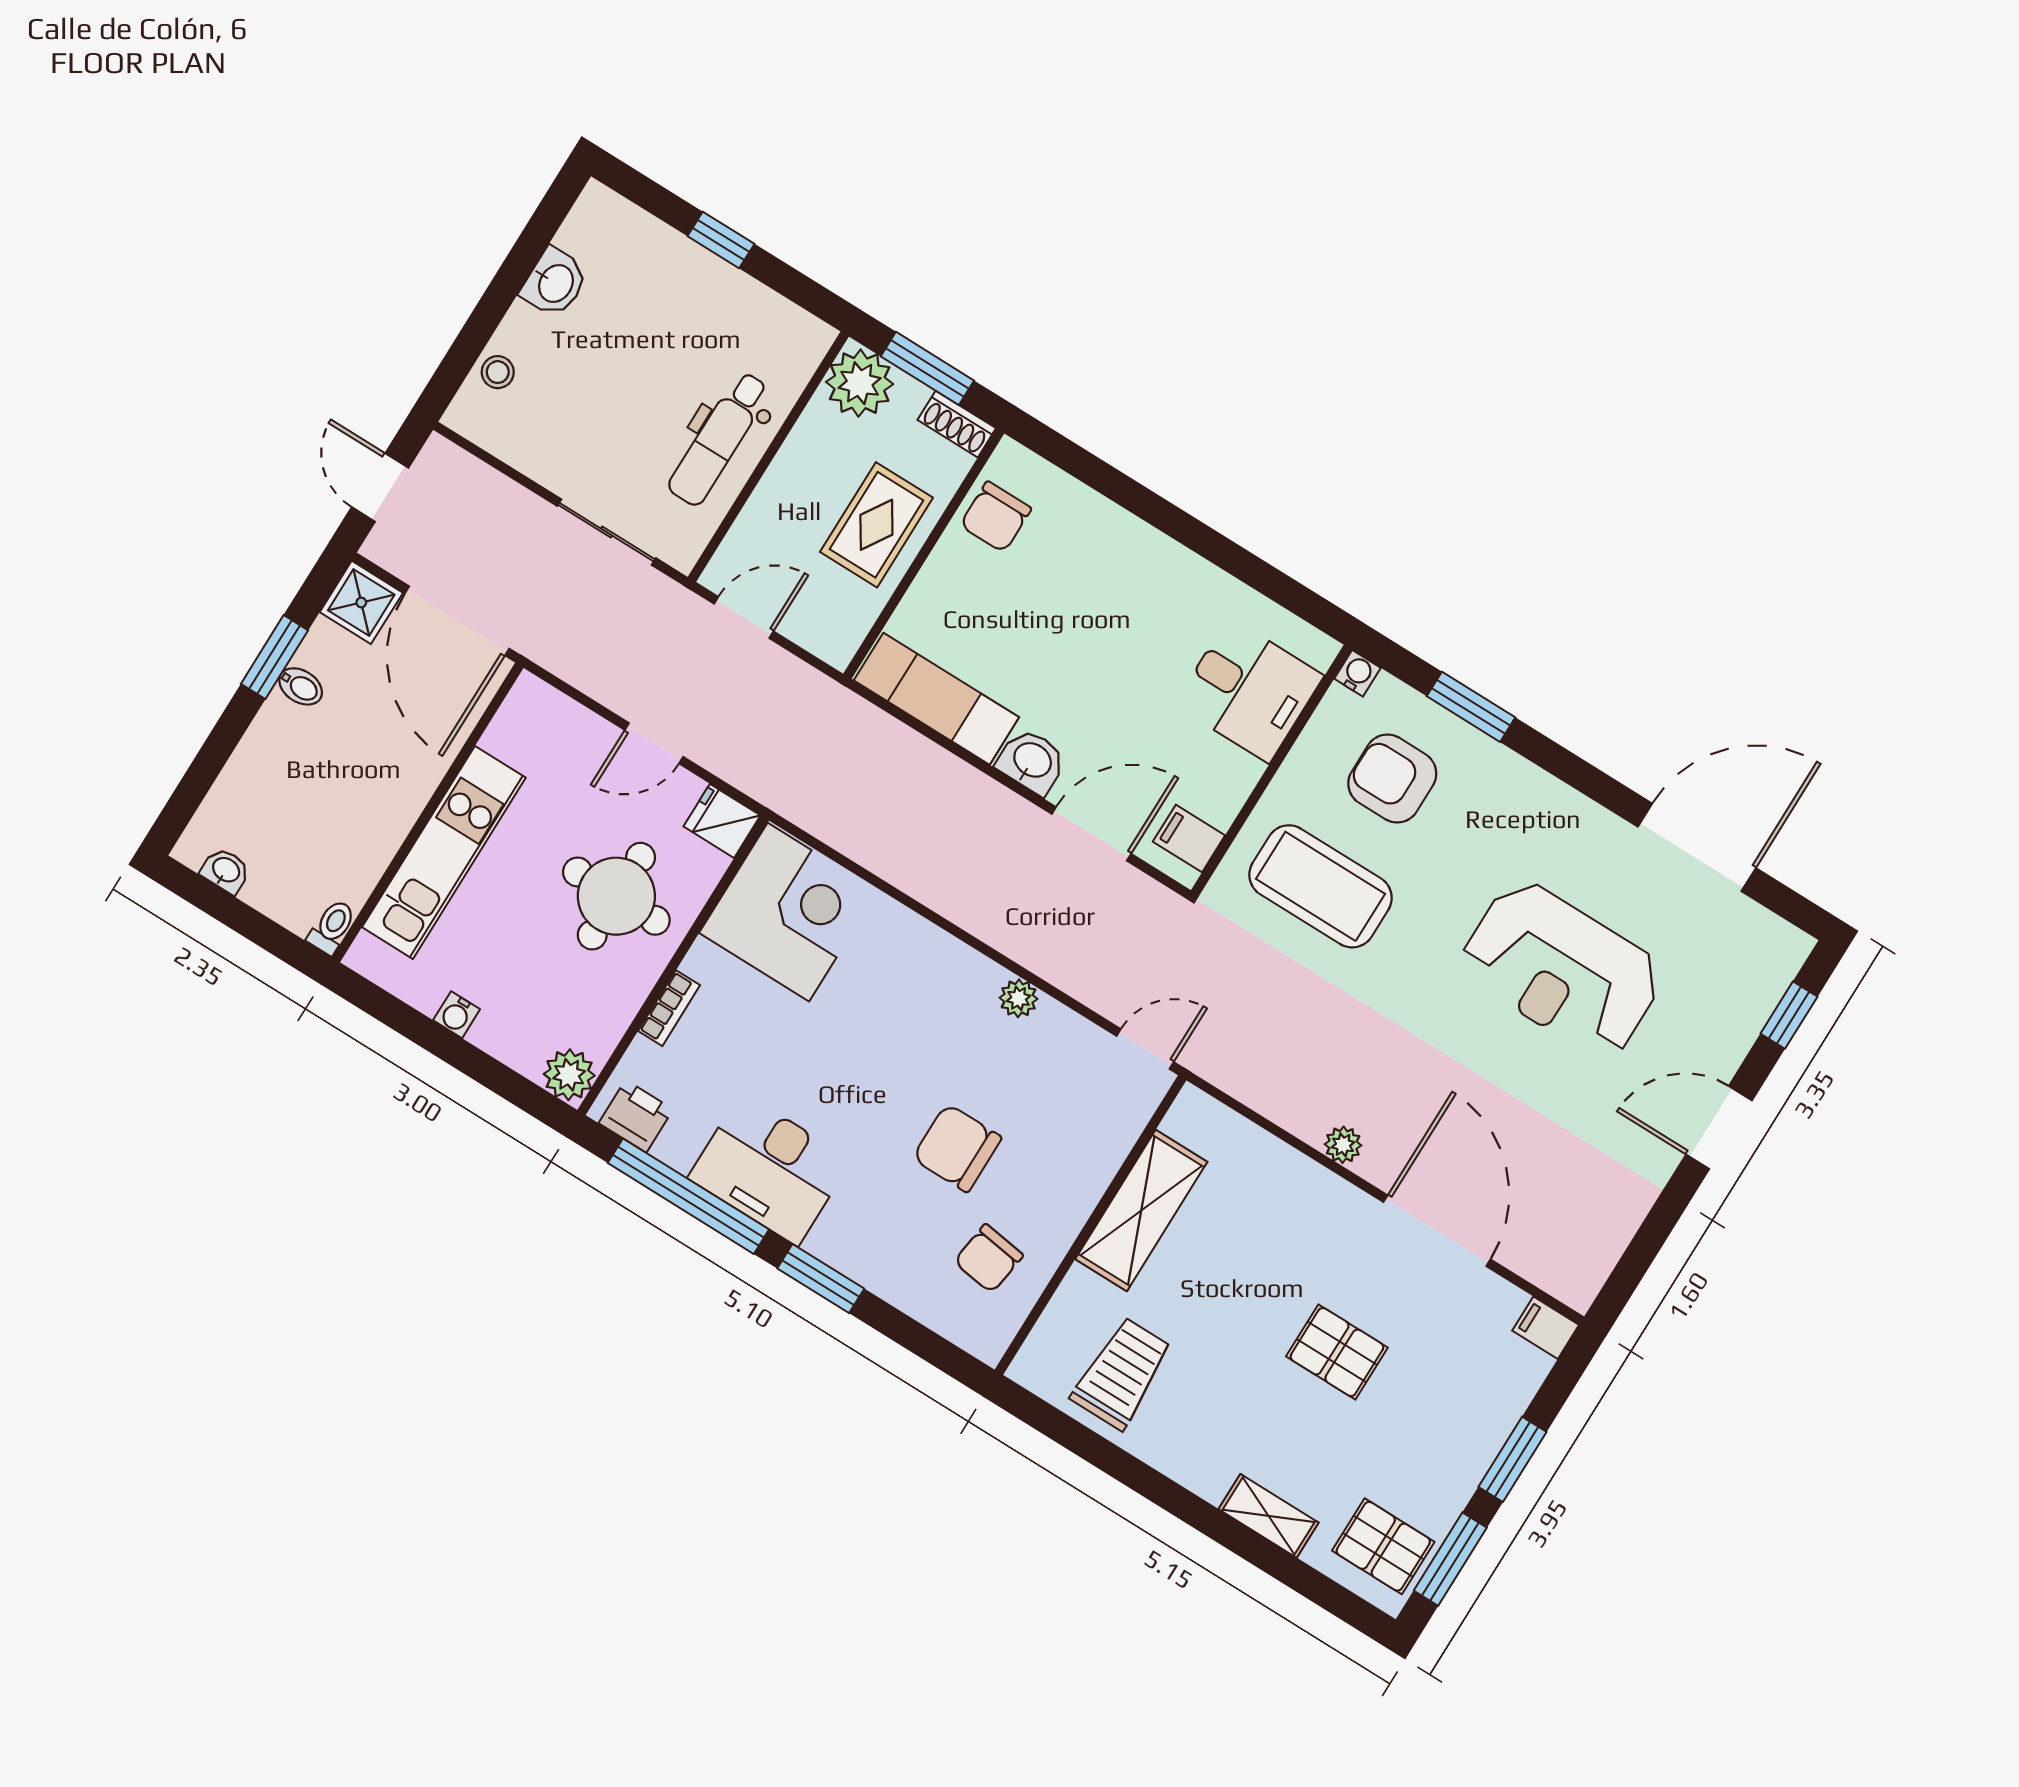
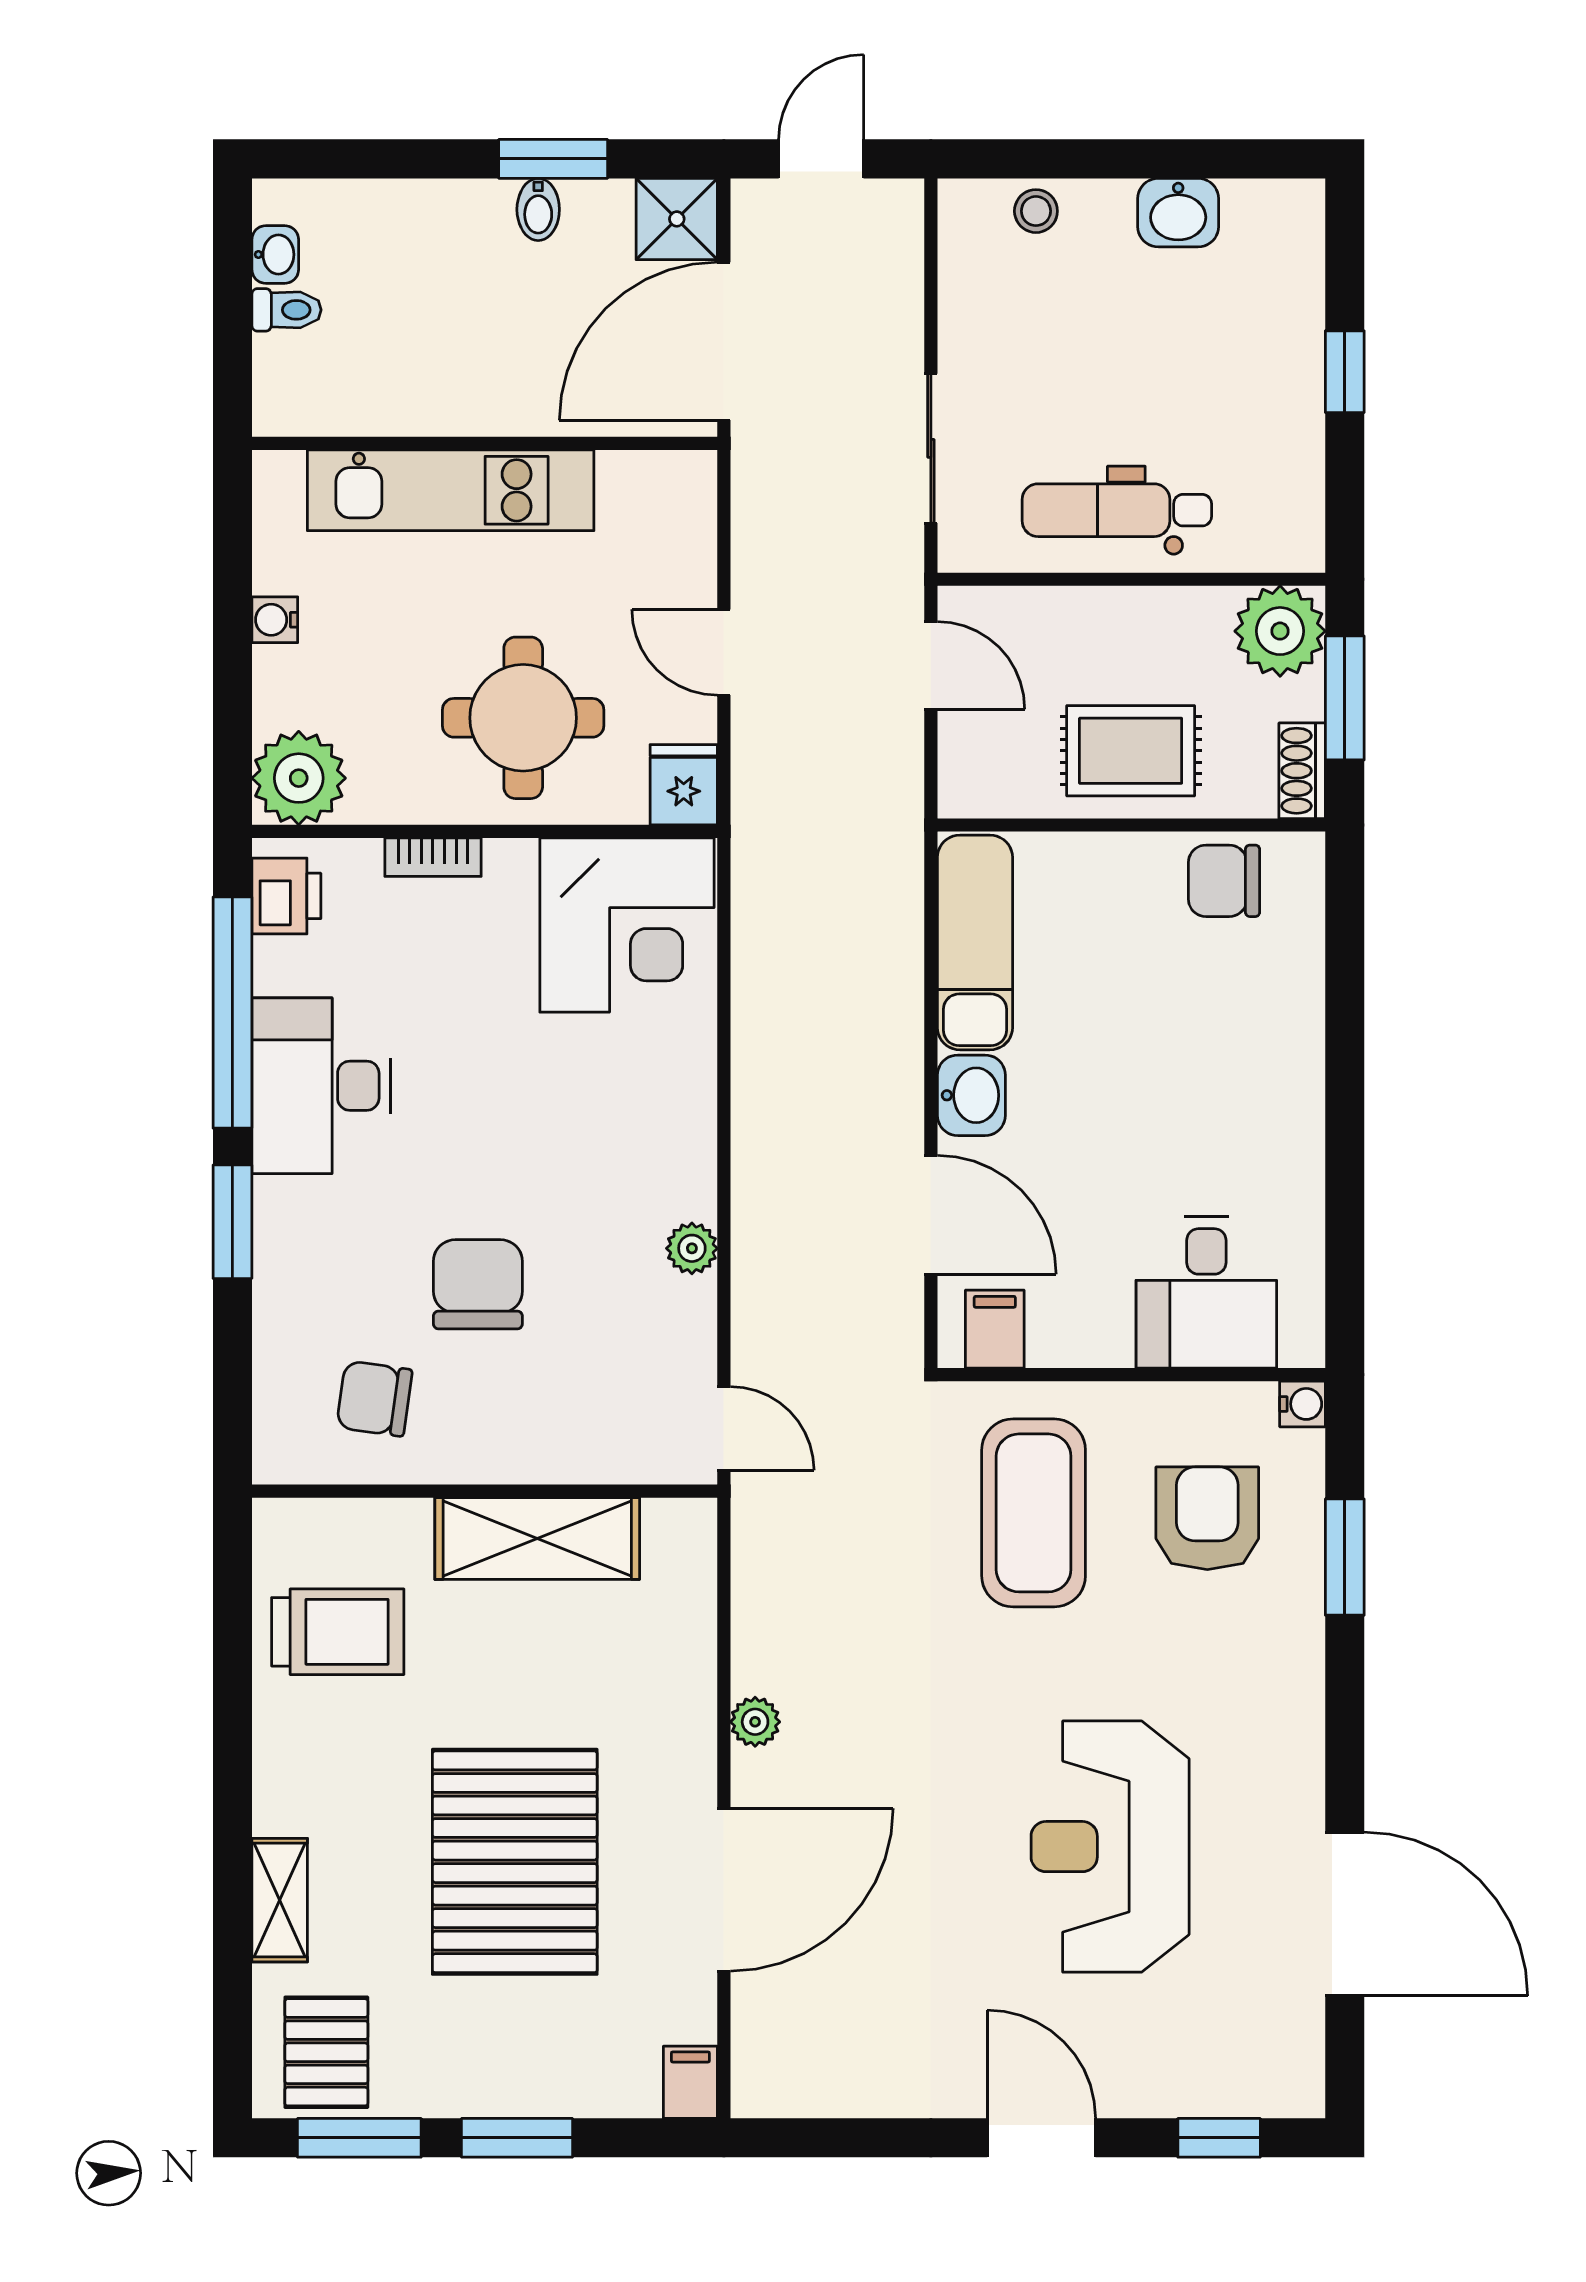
toilet: (332, 927) -> (287, 310), moved
plant: (569, 1075) -> (299, 778), width x1.36, depth x1.36
pallet: (1337, 1352) -> (515, 1862), width x2.05, depth x2.00

